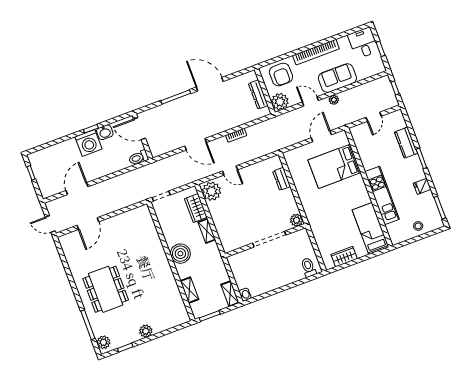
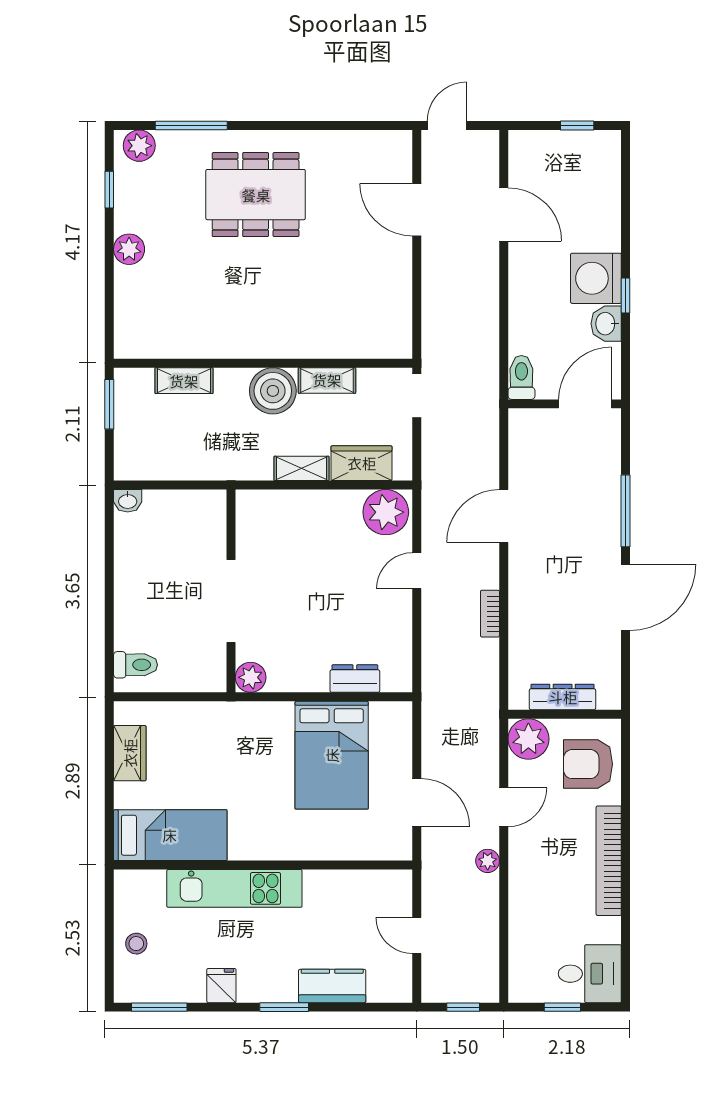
sofa: (337, 78) -> (533, 887), removed
bed: (334, 166) -> (332, 755), moved, turned 180
shelving: (230, 294) -> (327, 380), moved

